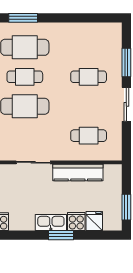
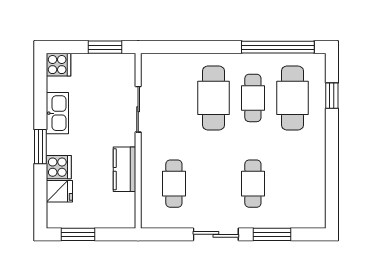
window: (23, 18) -> (332, 96), width x0.67
kitchen counter: (78, 172) -> (125, 169), width x0.67
kitchen sink: (51, 222) -> (57, 113), moved

